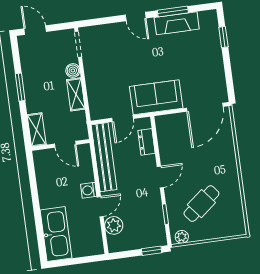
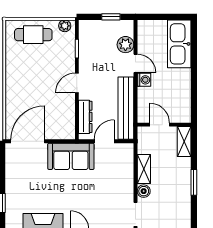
dresser: (146, 142) -> (85, 117), width x1.44
cafe table: (201, 204) -> (33, 35), moved, turned 39
door: (100, 207) -> (136, 63), swing flipped
window: (152, 251) -> (111, 17), moved

